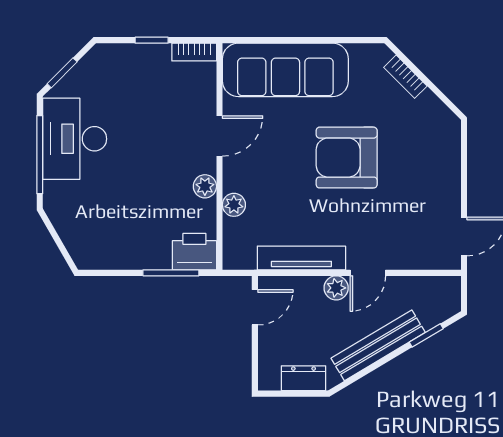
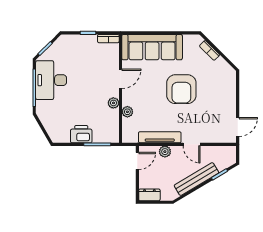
armchair: (347, 158) -> (181, 89), turned -90
printer: (194, 252) -> (81, 134), moved
door: (368, 273) -> (192, 144), hinge flipped
plant: (336, 288) -> (165, 152), moved
dresser: (303, 378) -> (149, 195), moved

